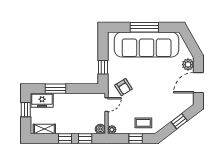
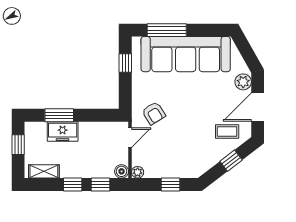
window: (144, 27) -> (167, 30), moved
window: (103, 67) -> (125, 63), moved
freezer: (42, 100) -> (63, 131), moved
coffee table: (143, 123) -> (227, 131), moved

